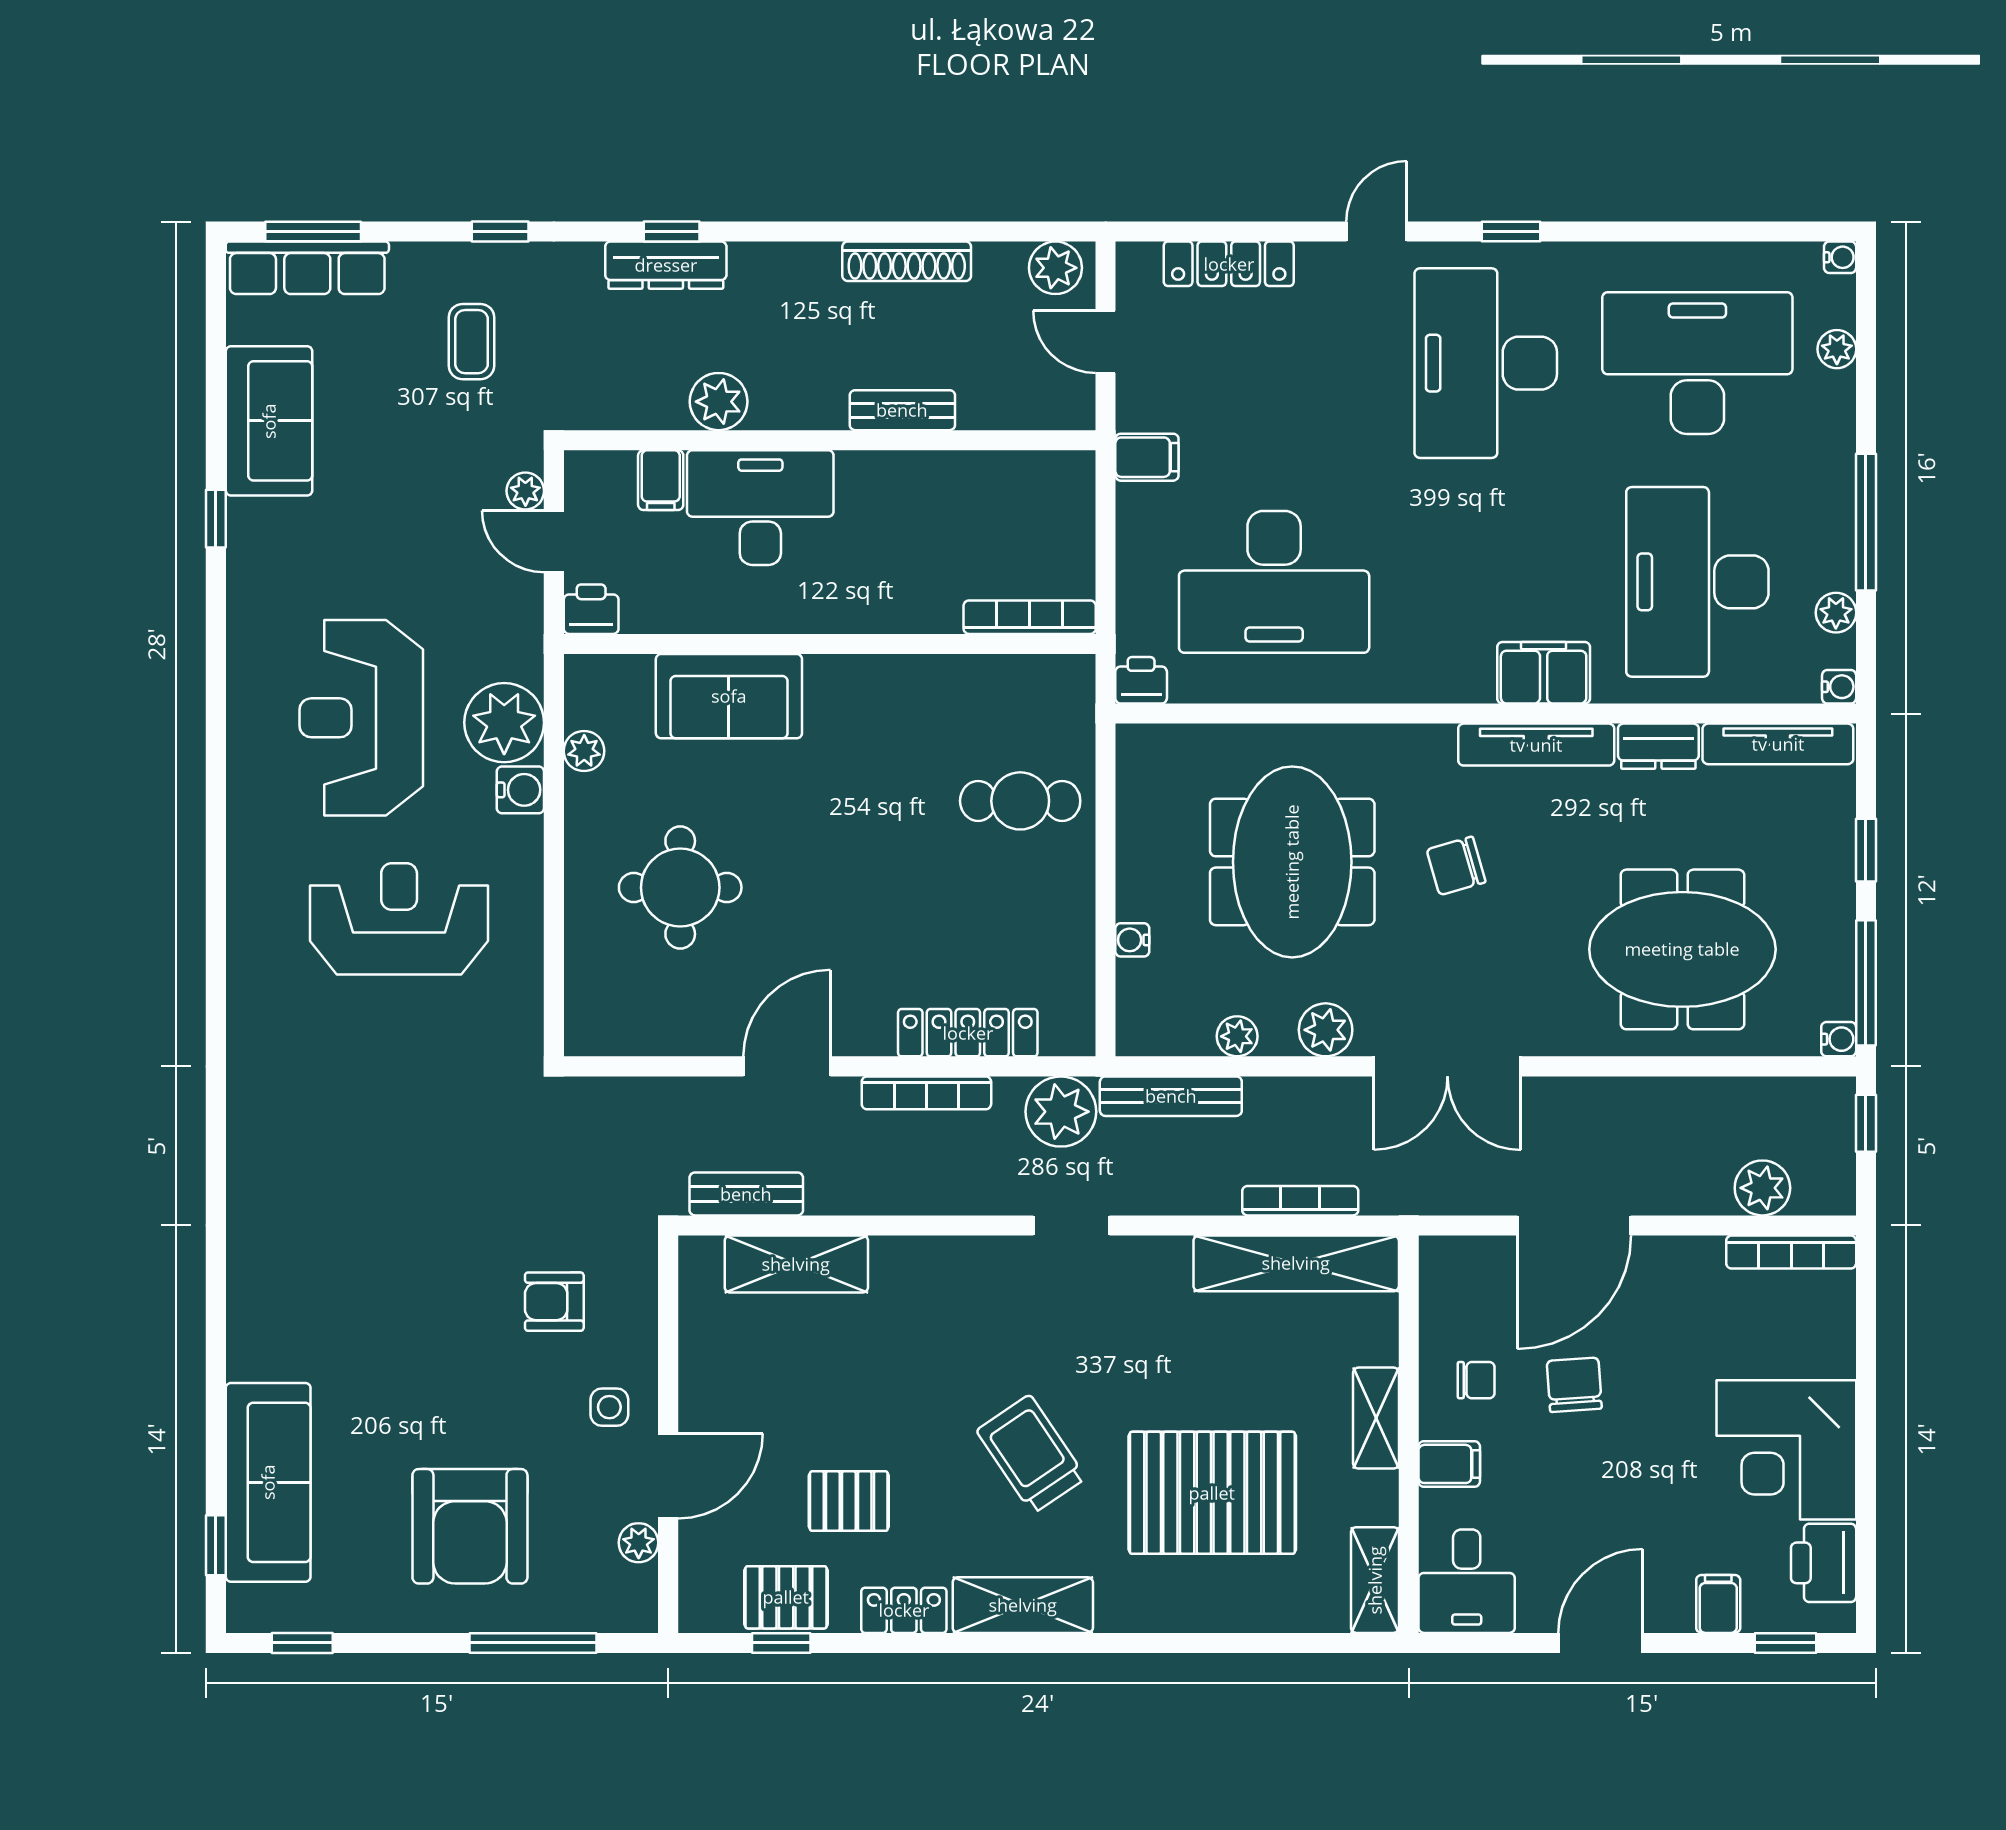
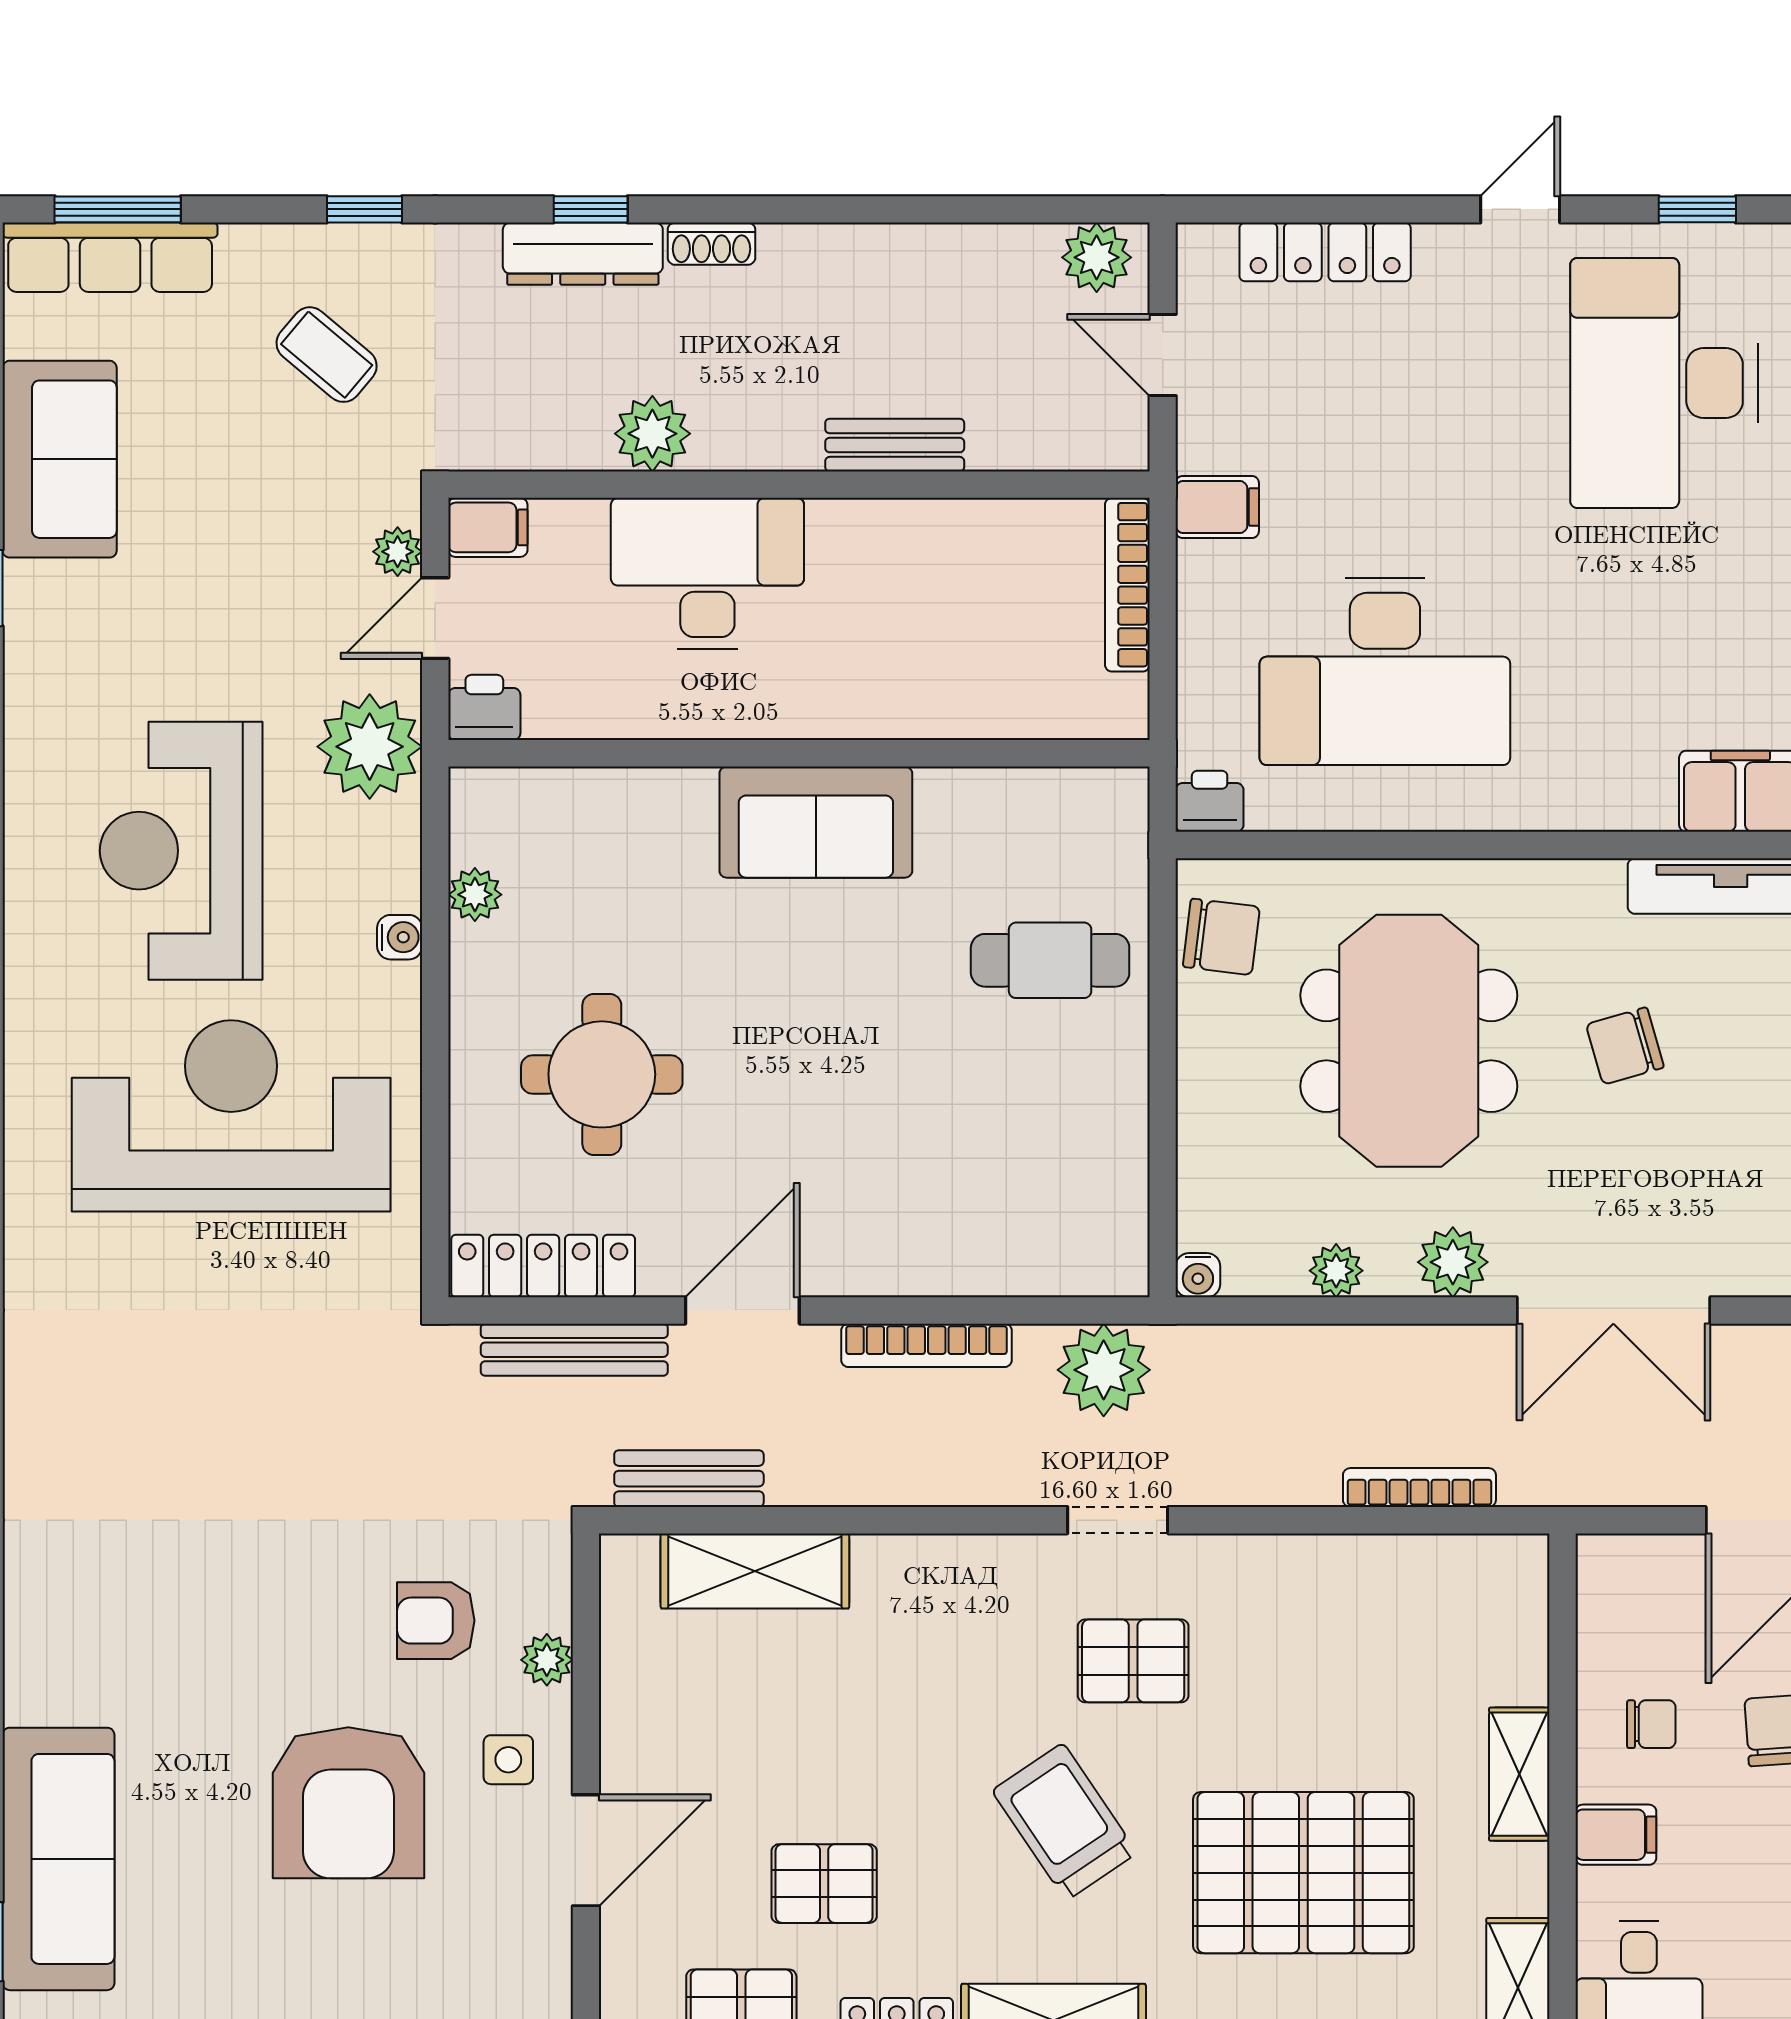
shoe rack: (907, 261) -> (711, 244), moved, width x0.51, depth x0.81
coffee table: (472, 342) -> (327, 355), turned -50
filing cabinet: (661, 480) -> (488, 527), moved, turned -90
door: (554, 541) -> (435, 618), hinge flipped
bookcase: (1030, 617) -> (1127, 585), moved, turned -90
sofa: (729, 696) -> (816, 822), moved
plant: (504, 723) -> (370, 747), moved
chair: (1150, 783) -> (1221, 937), added
water cooler: (520, 790) -> (400, 937), width x0.72, depth x0.72
reception desk: (399, 919) -> (231, 1116), width x1.36, depth x1.30
water cooler: (1132, 940) -> (1198, 1275), moved, turned -90
locker: (968, 1033) -> (543, 1266), moved
bench: (1171, 1096) -> (574, 1350), moved
shelving: (1296, 1263) -> (1414, 1570), removed
pallet: (1083, 1332) -> (1133, 1661), added
armchair: (470, 1526) -> (348, 1803), moved
plant: (639, 1543) -> (547, 1660), moved

